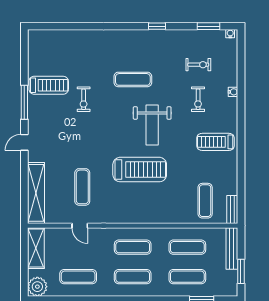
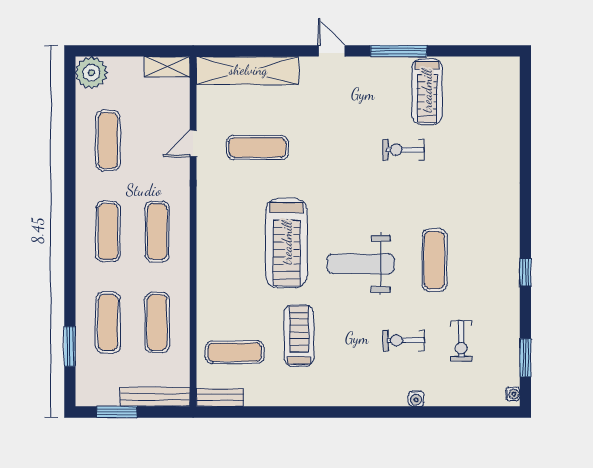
exercise mat: (133, 79) -> (434, 260), moved
treadmill: (215, 142) -> (299, 336), moved
shelving: (36, 248) -> (167, 67), width x0.67, depth x0.75

